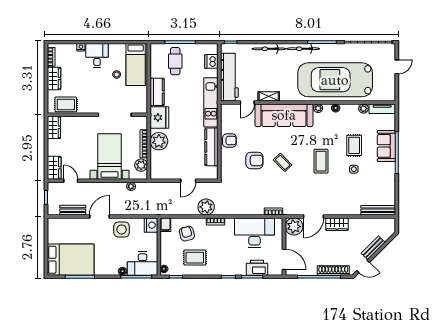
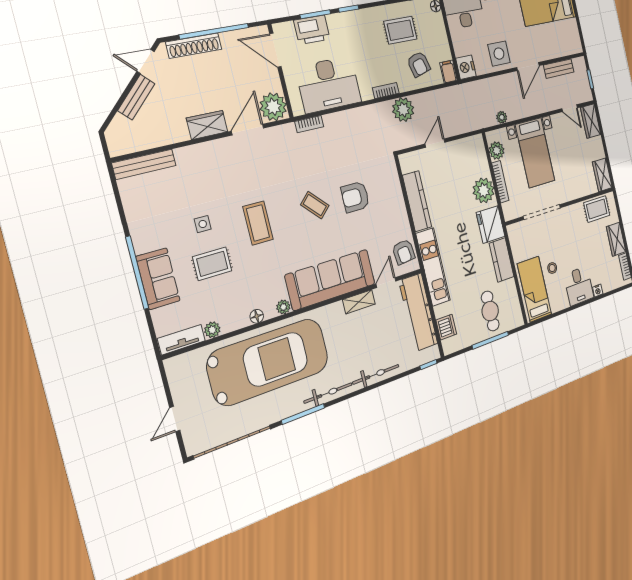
armchair: (229, 141) -> (404, 252), moved, turned -96
rug: (354, 145) -> (212, 264), turned 90

